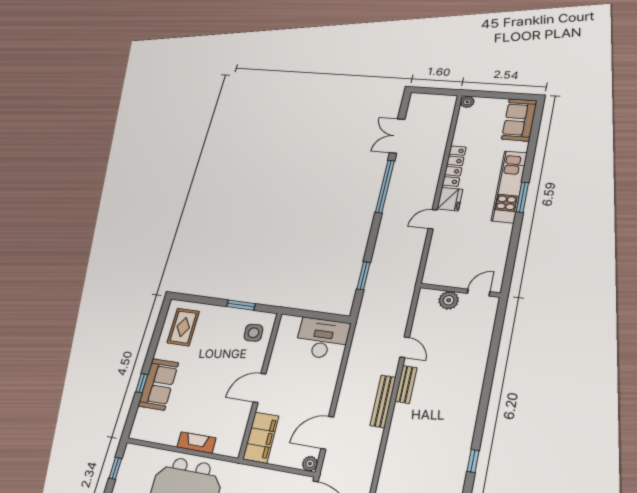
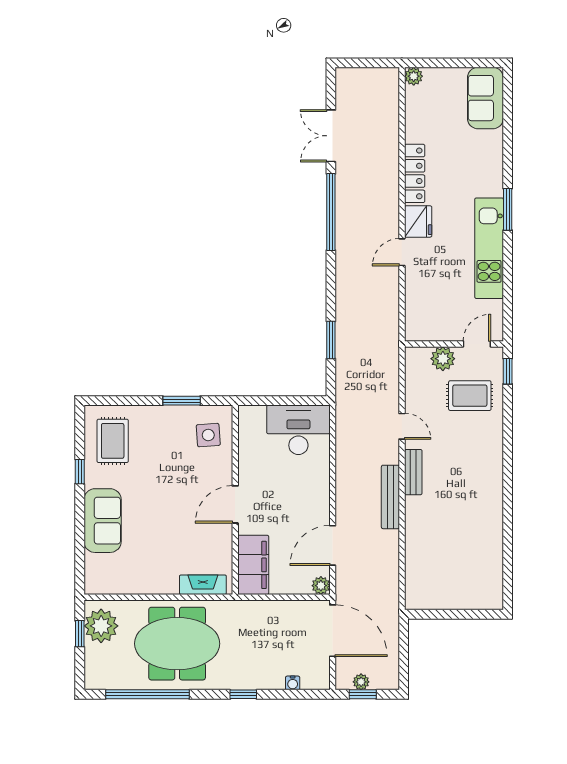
kitchen unit: (509, 187) -> (489, 248), moved
rug: (465, 331) -> (470, 396), added
window: (142, 383) -> (80, 472), moved
fireplace: (196, 443) -> (203, 585), moved
window: (473, 461) -> (508, 371), moved
plant: (133, 465) -> (101, 626), added

